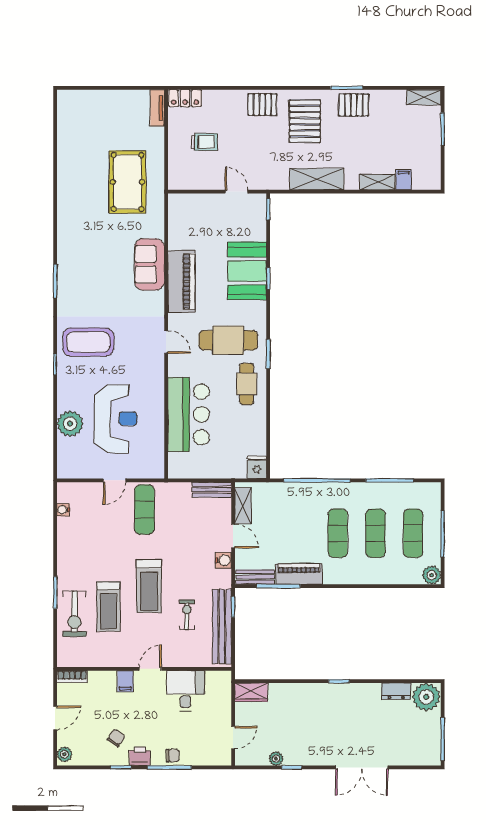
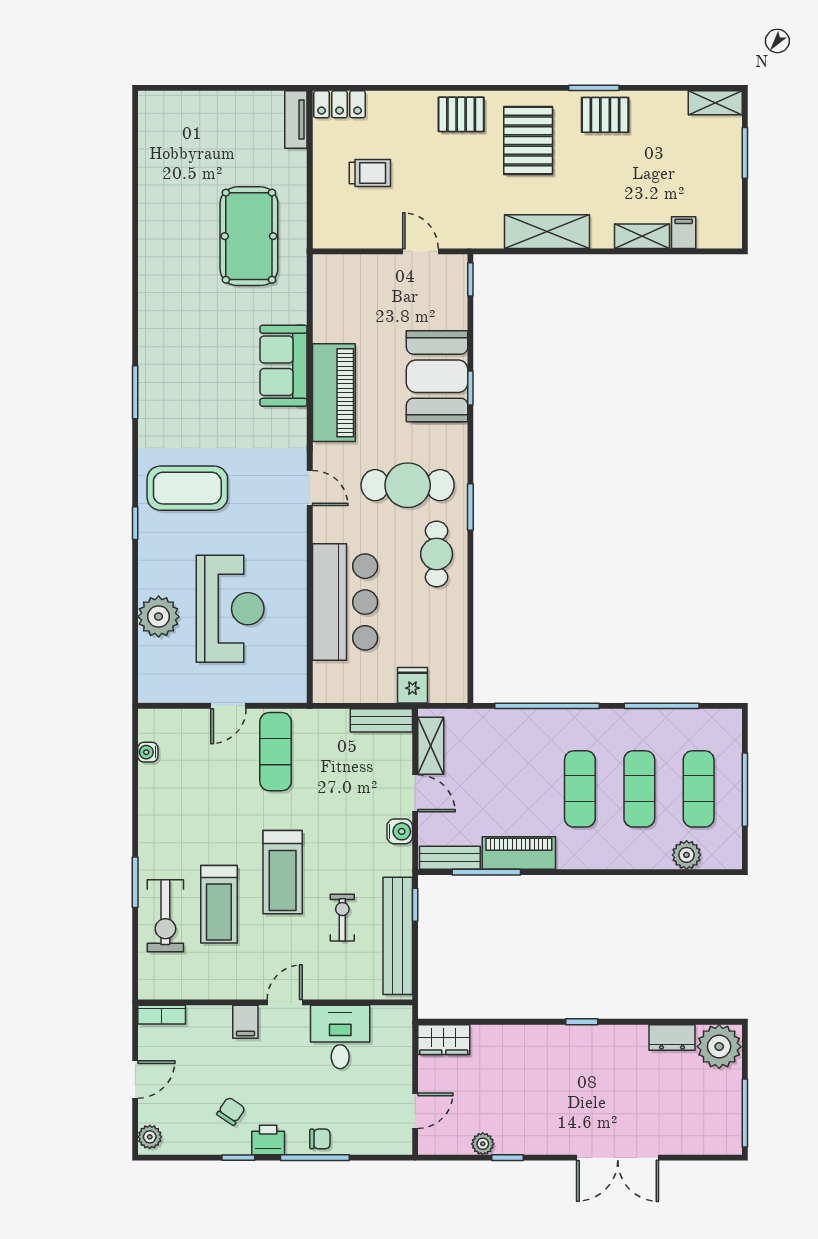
fridge: (257, 467) -> (412, 685), moved
plant: (432, 575) -> (687, 855), moved

